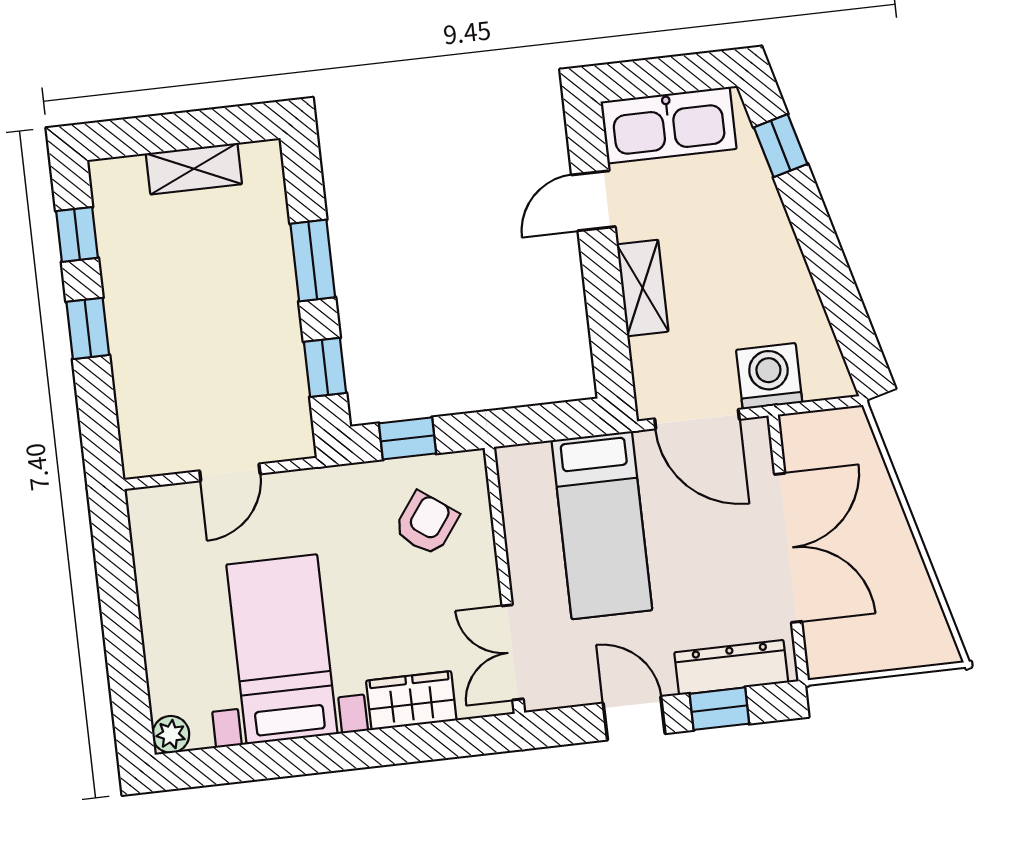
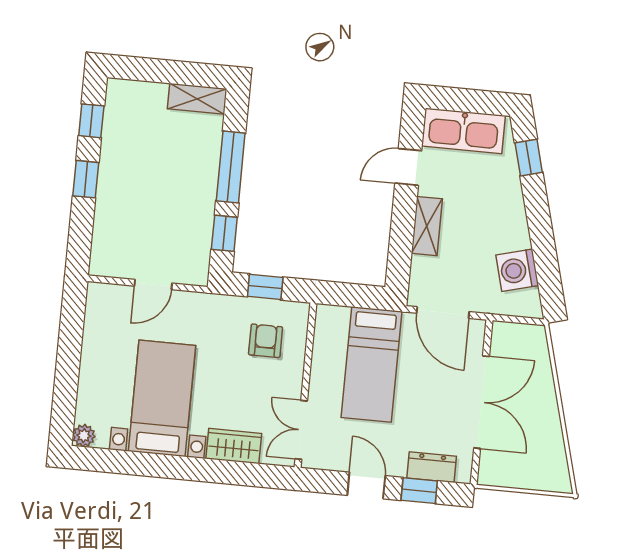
shelving: (194, 169) -> (197, 99), moved
window: (313, 260) -> (231, 167), width x1.44
washing machine: (769, 376) -> (517, 270), moved, turned -105
armchair: (426, 523) -> (266, 341), turned -36
dresser: (731, 667) -> (432, 467), width x0.70

